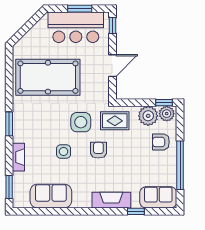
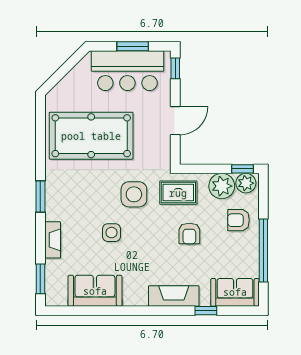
armchair: (98, 150) -> (189, 234), moved, turned 180

